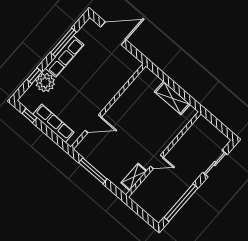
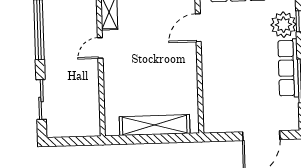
shelving: (172, 98) -> (155, 125), width x1.47

